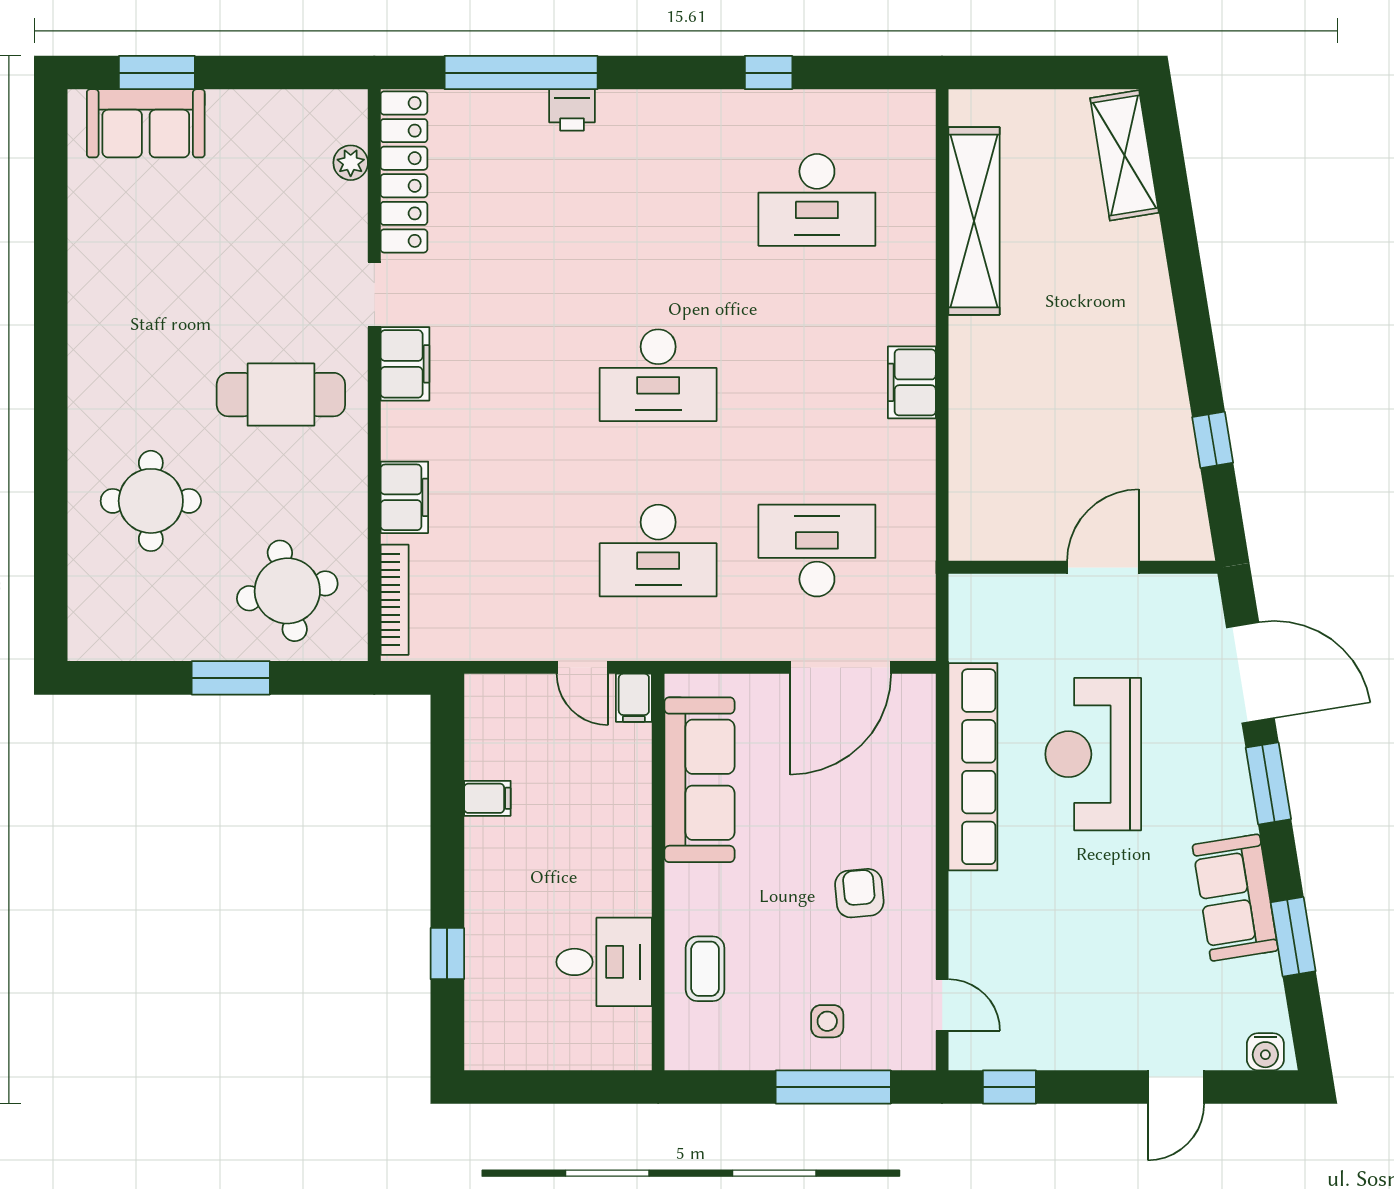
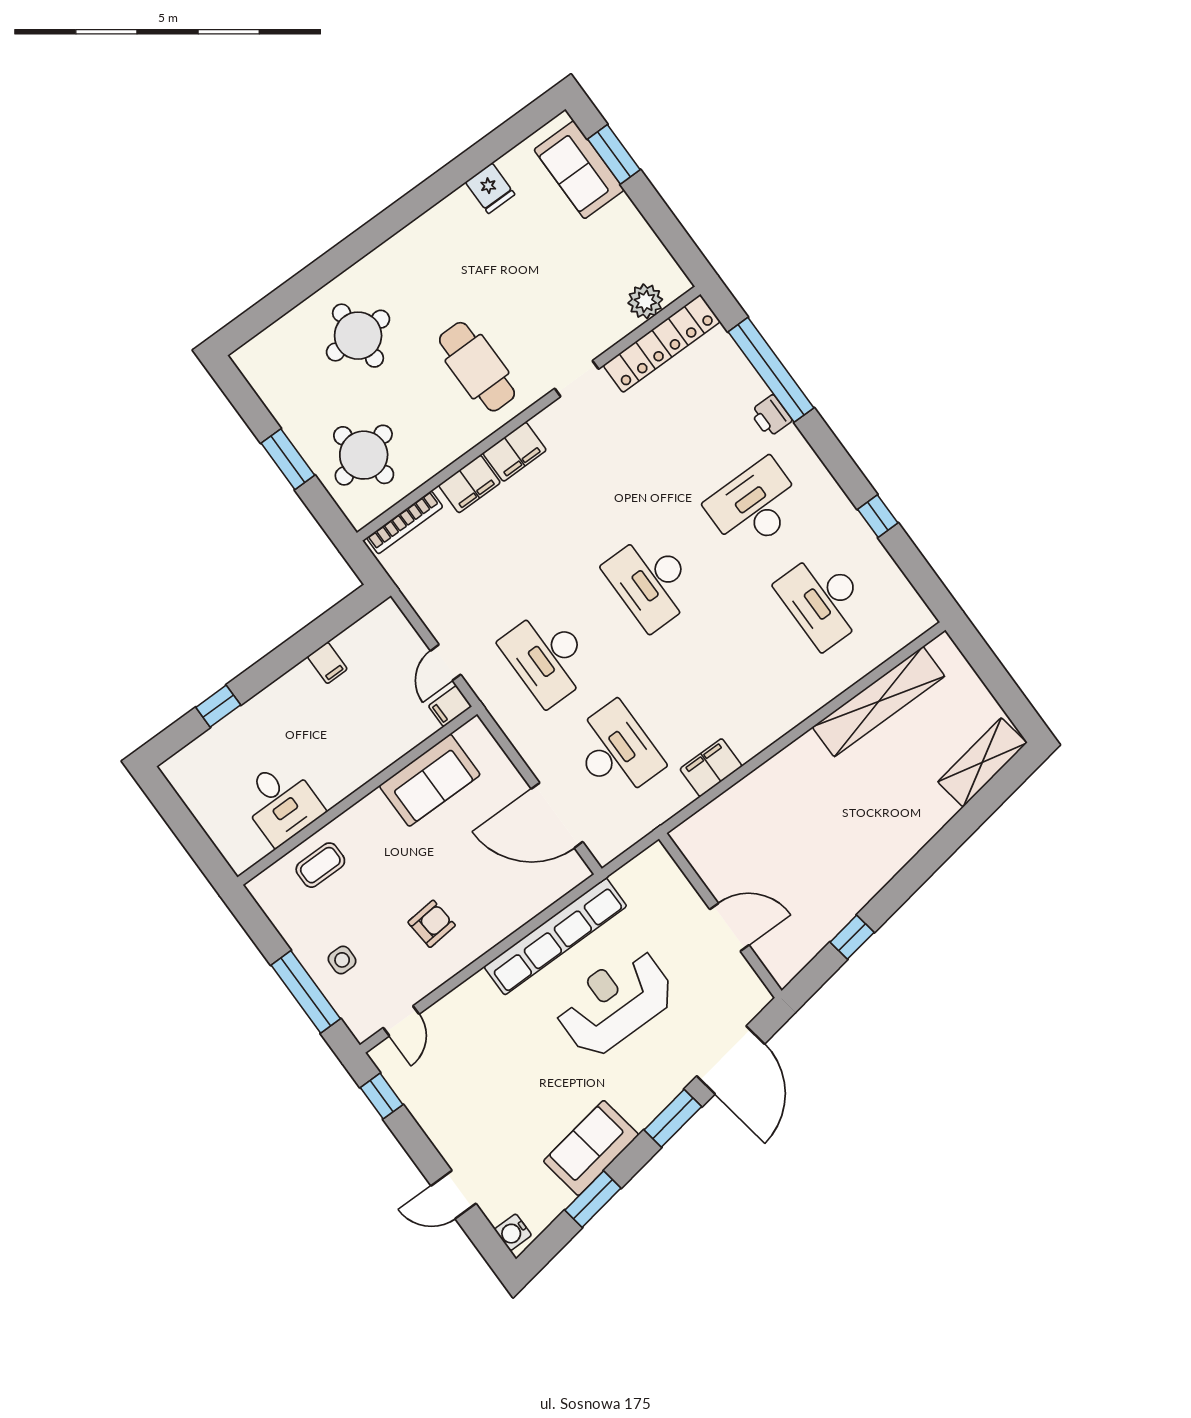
plant: (351, 163) -> (645, 301), width x1.38, depth x1.38
desk: (658, 200) -> (755, 506), added
fridge: (95, 236) -> (490, 188), added
filing cabinet: (405, 364) -> (515, 452), moved
filing cabinet: (912, 382) -> (711, 768), moved
sofa: (699, 780) -> (430, 780), width x0.73

